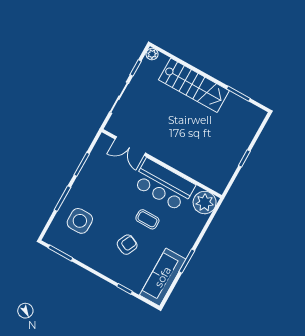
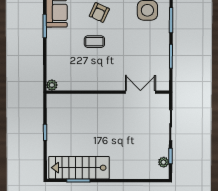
plant: (152, 54) -> (164, 162), moved
stairs: (194, 85) -> (79, 168), moved
bar counter: (164, 185) -> (97, 76), removed
plant: (205, 203) -> (52, 85), width x0.53, depth x0.53

